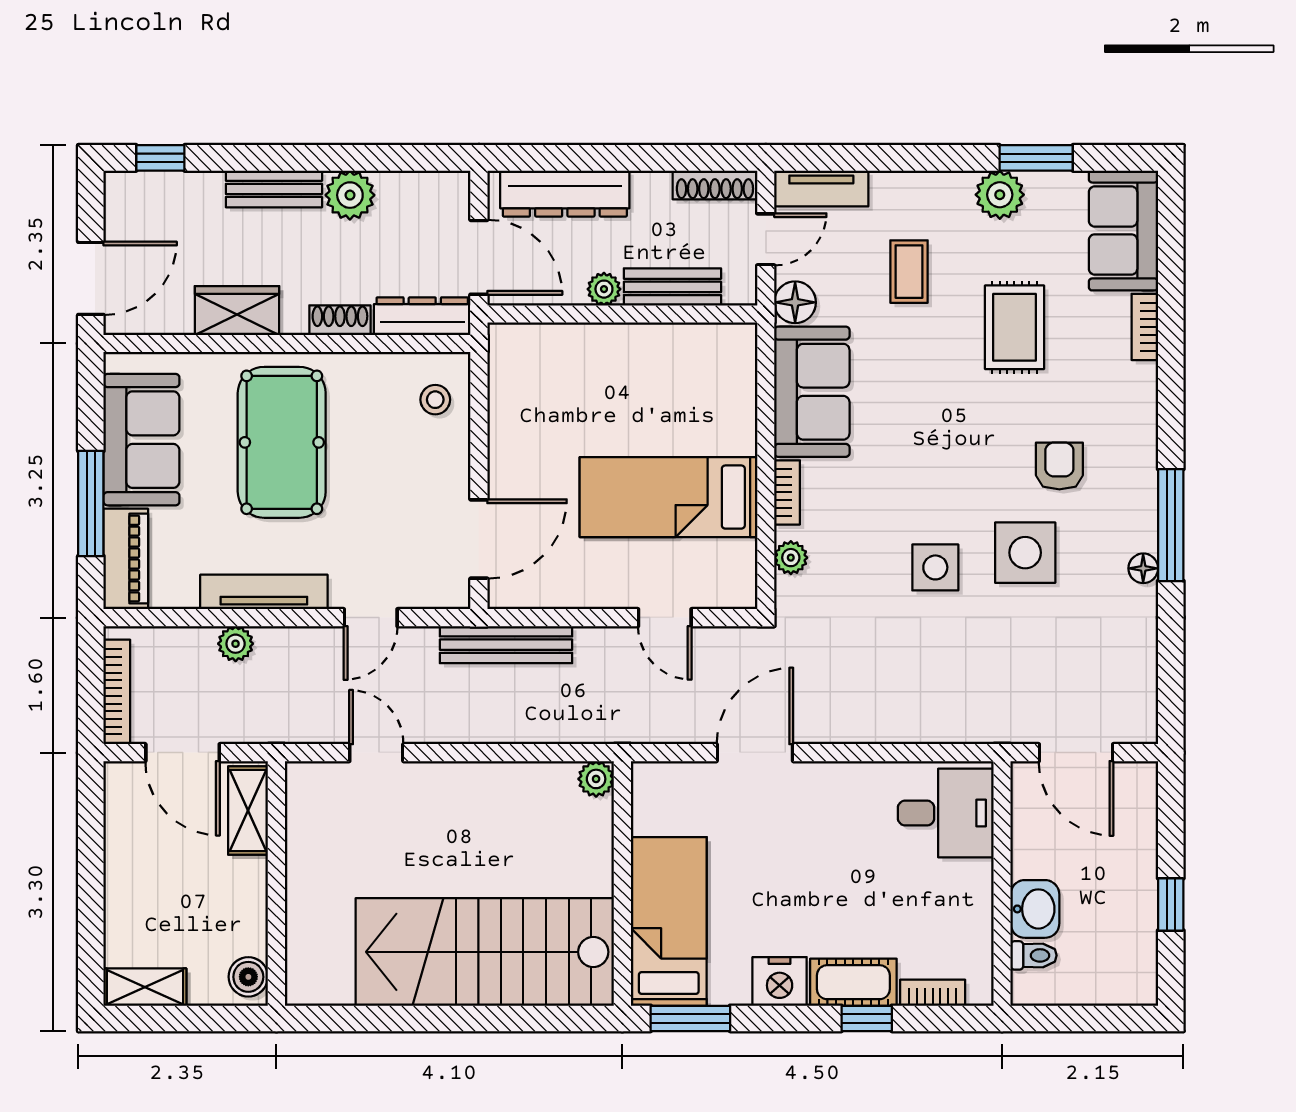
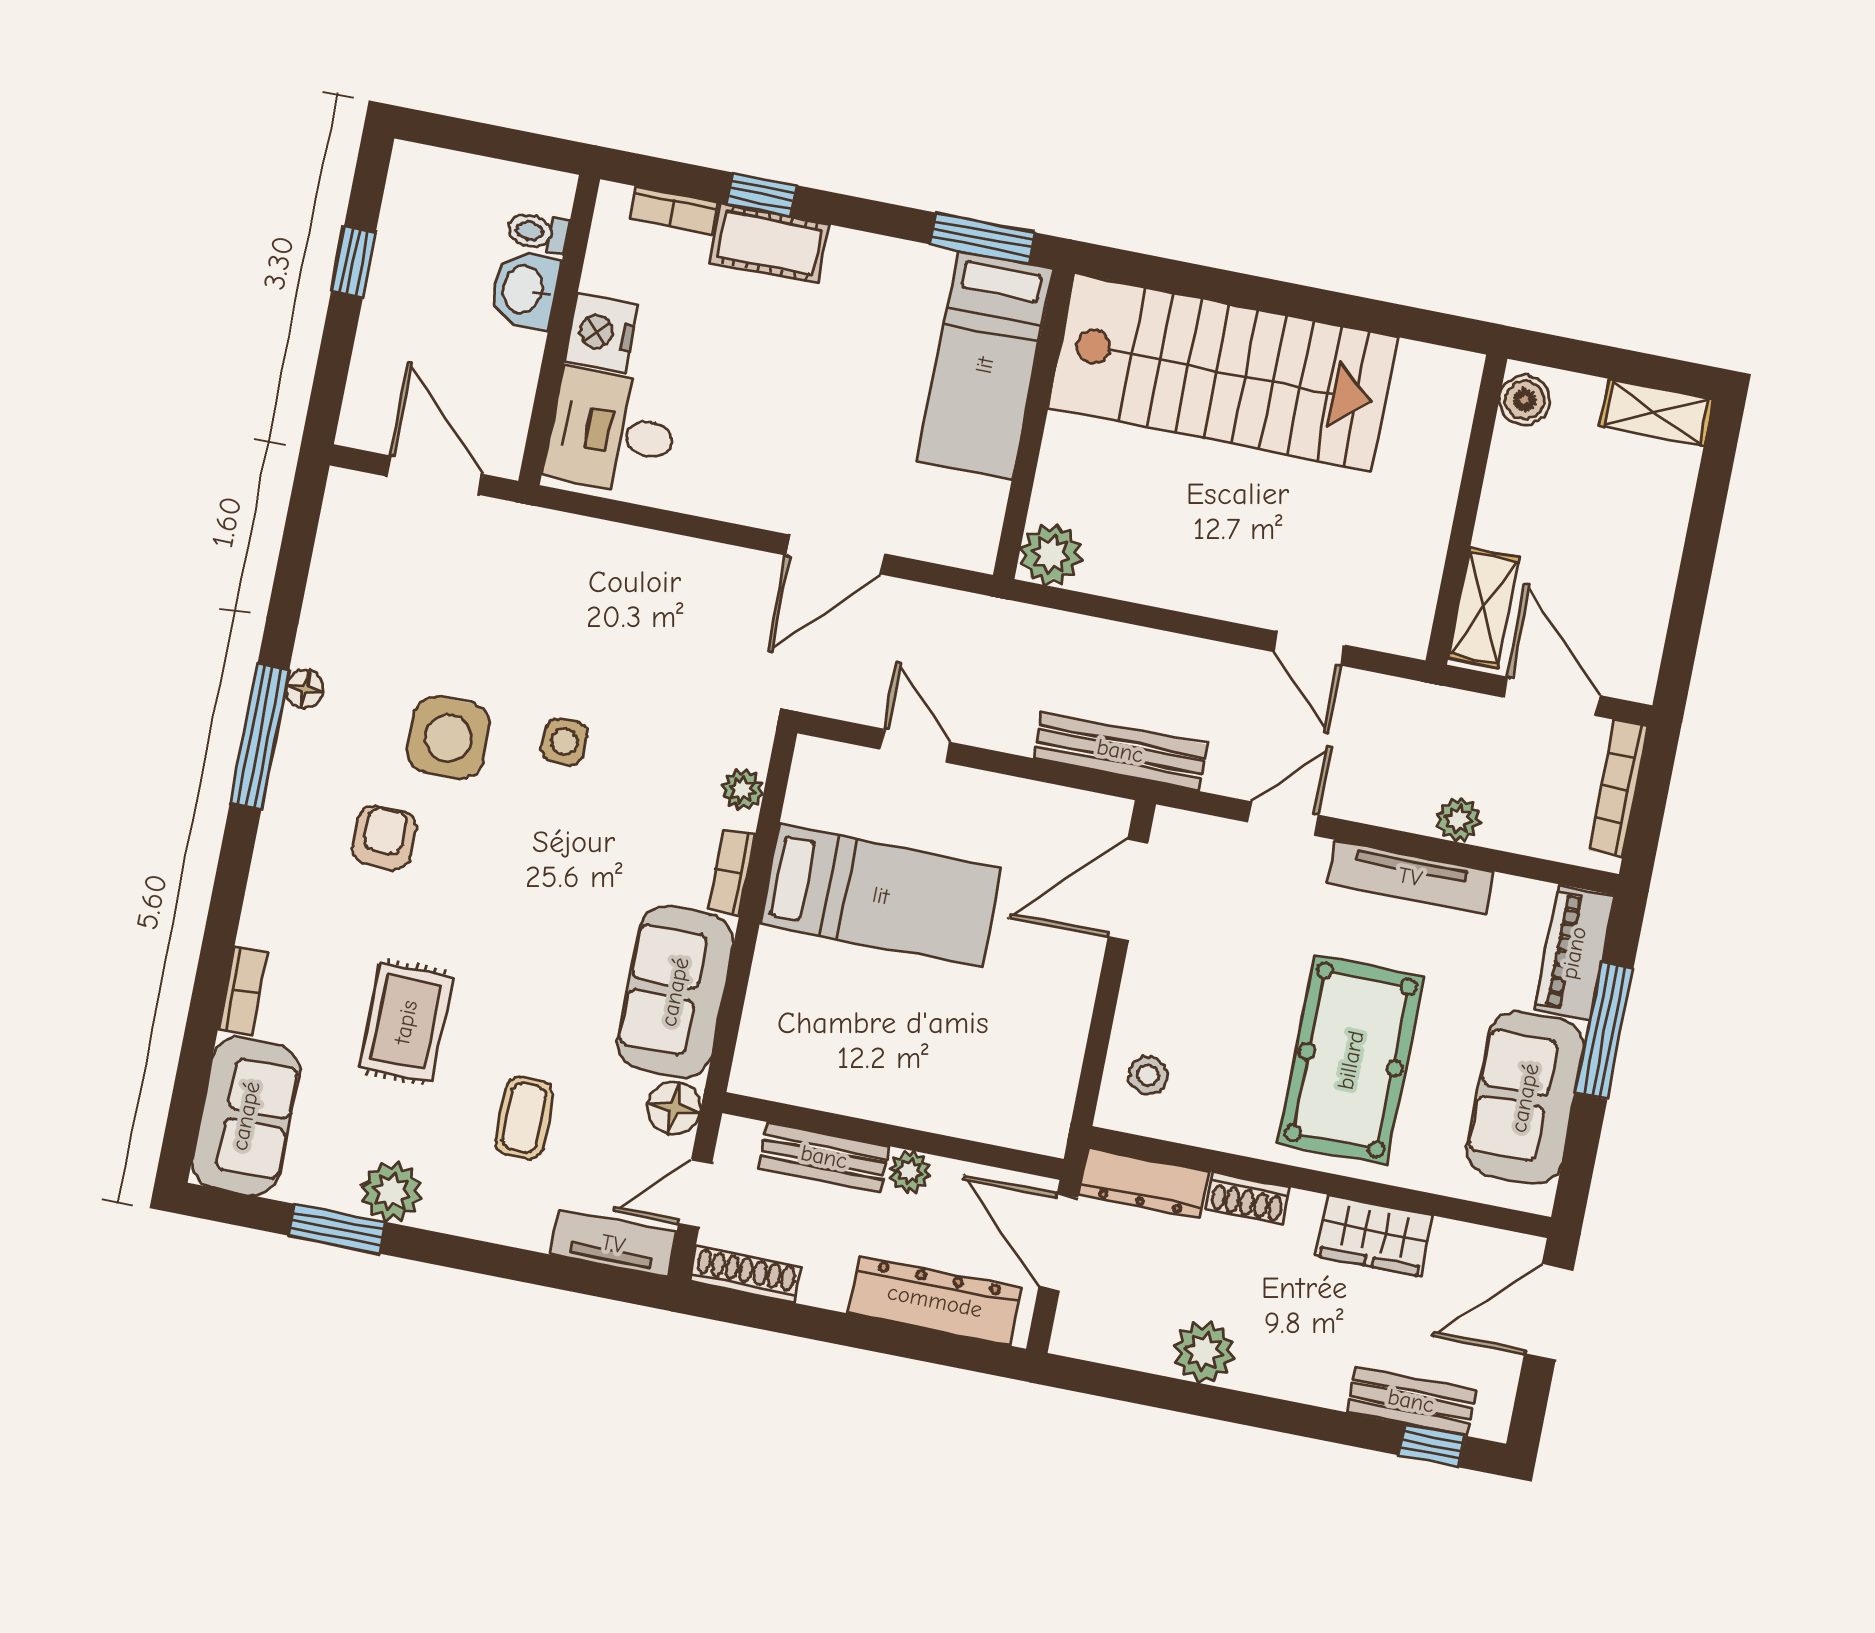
bench: (274, 189) -> (1411, 1401), moved
armchair: (1059, 466) -> (384, 838), turned 180
side table: (935, 567) -> (564, 742), width x0.73, depth x0.73
plant: (596, 779) -> (1051, 554), width x1.38, depth x1.38
nightstand: (780, 981) -> (601, 333), moved, turned -90

